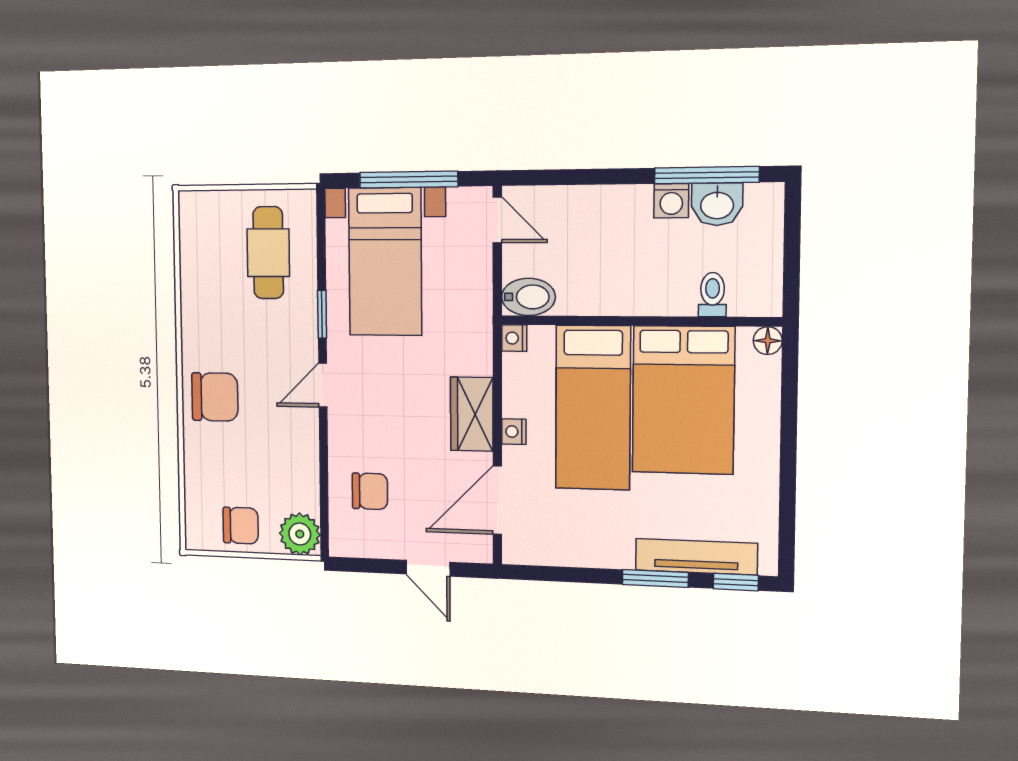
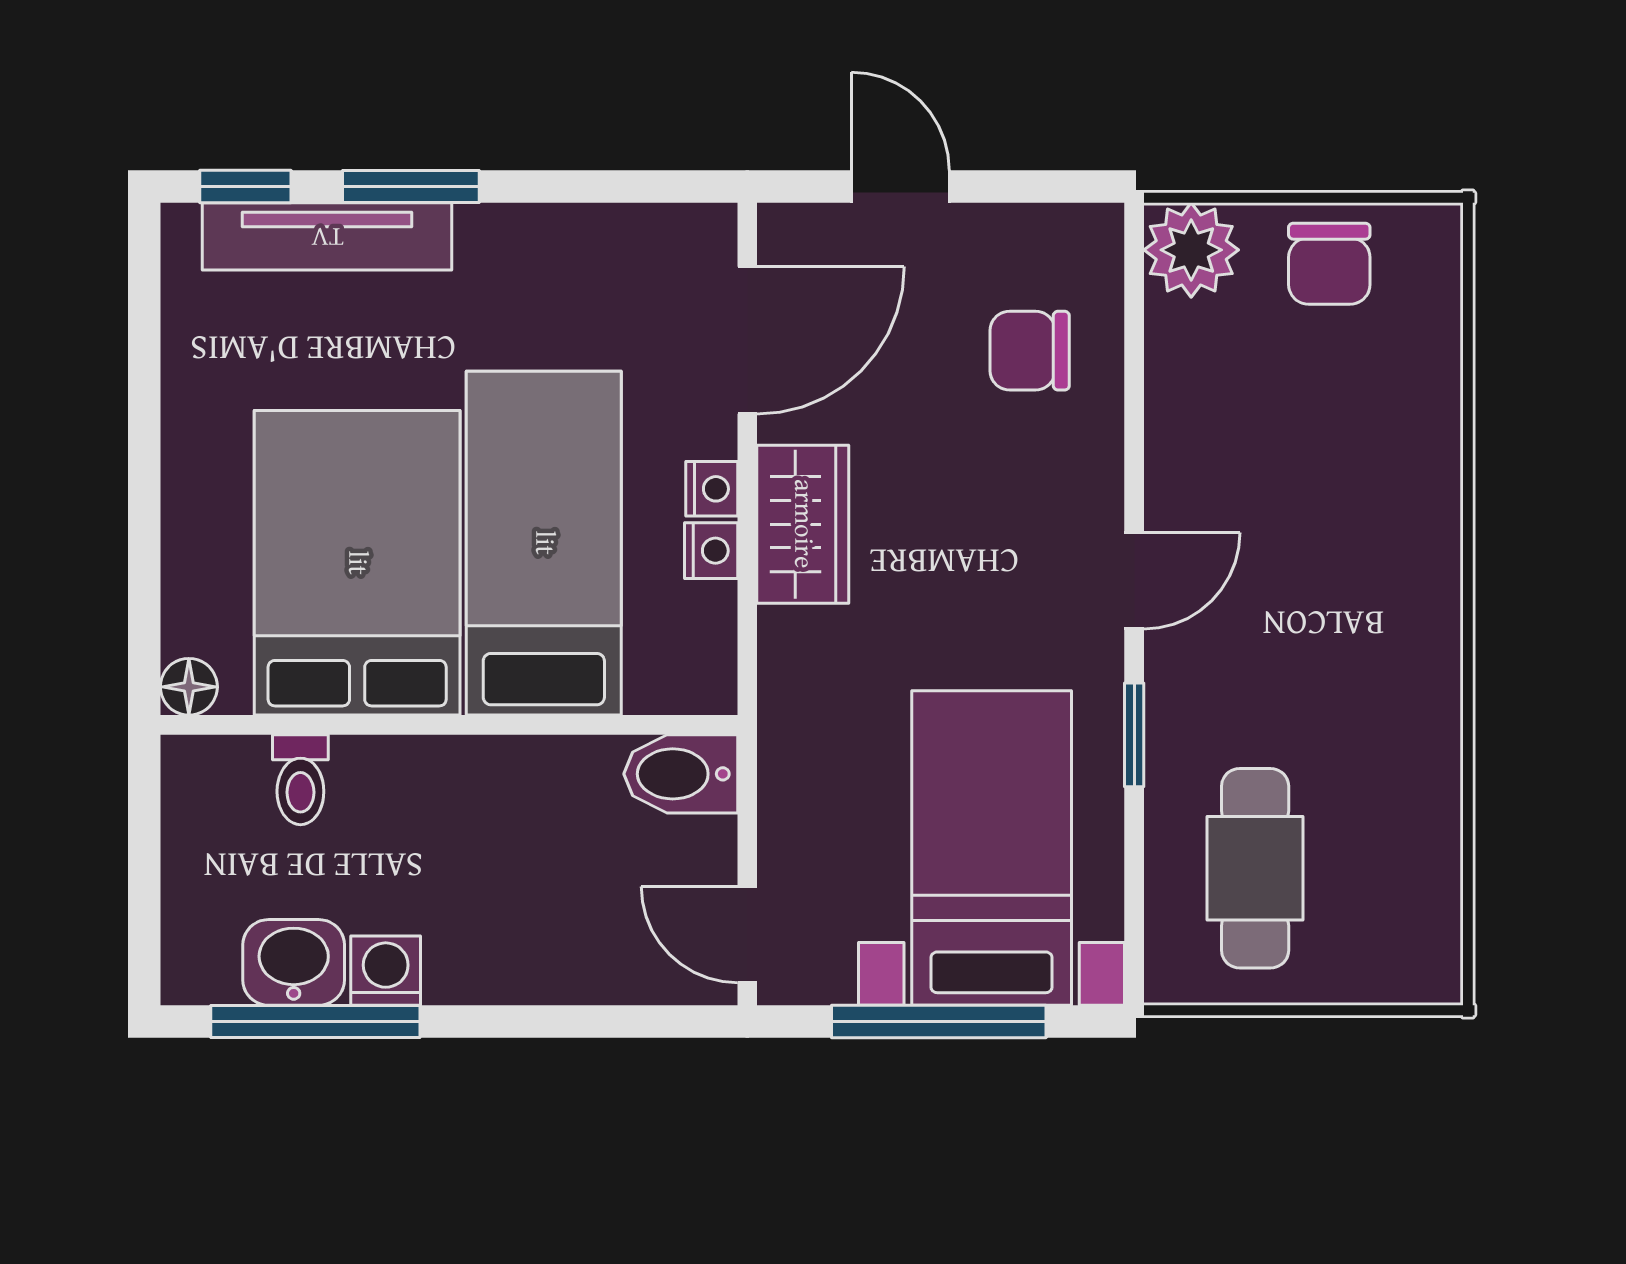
nightstand: (514, 338) -> (711, 551), moved
chair: (215, 397) -> (1385, 550), removed
chair: (241, 526) -> (1329, 264), turned -90

